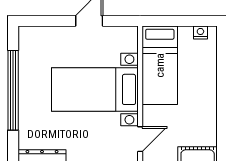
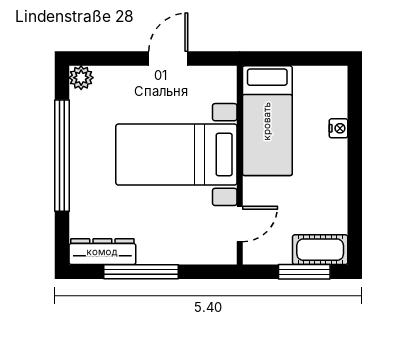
nightstand: (200, 33) -> (339, 128), moved, turned 90
plant: (27, 35) -> (81, 78), added

